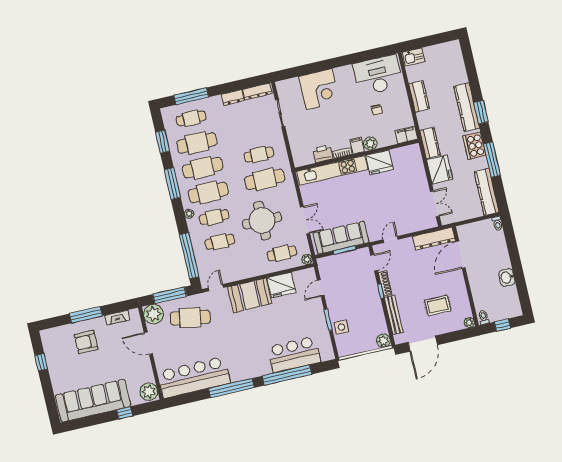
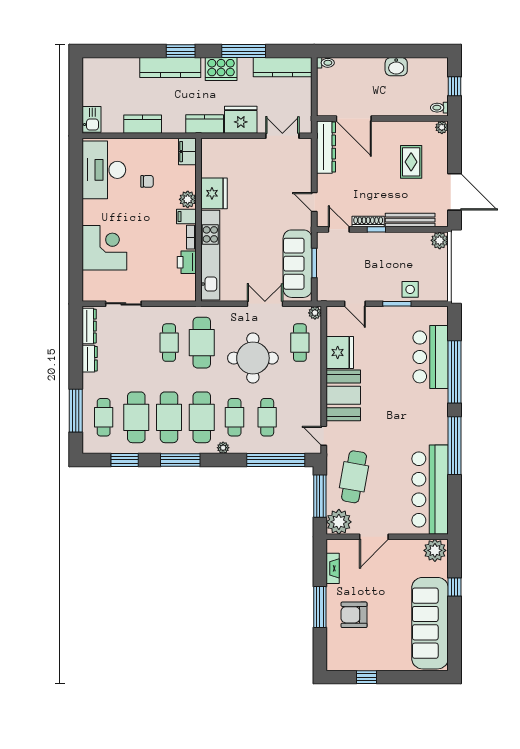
armchair: (86, 342) -> (354, 615), turned 90

